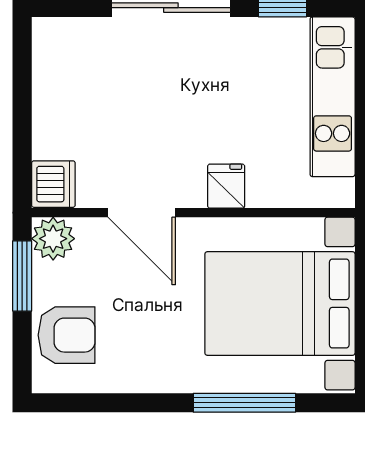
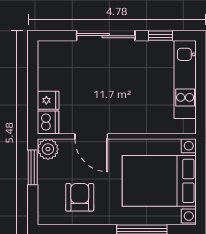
fridge: (226, 186) -> (48, 100), moved, turned 90
armchair: (67, 335) -> (80, 197), moved, turned -90

